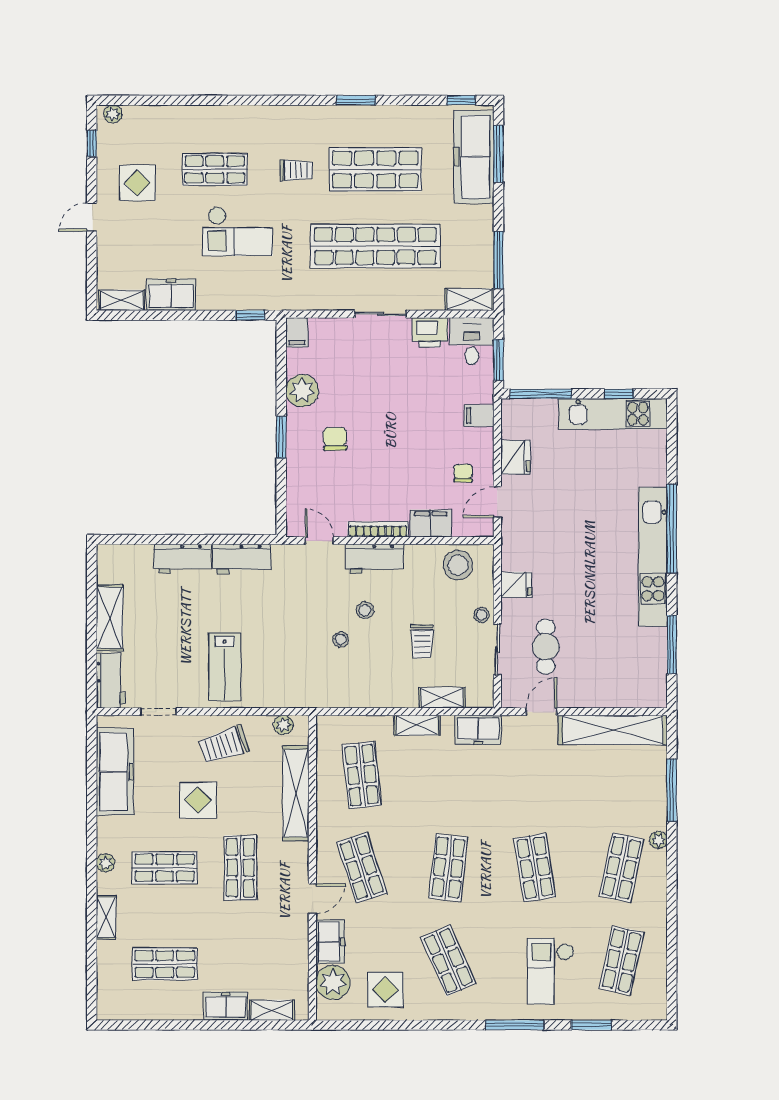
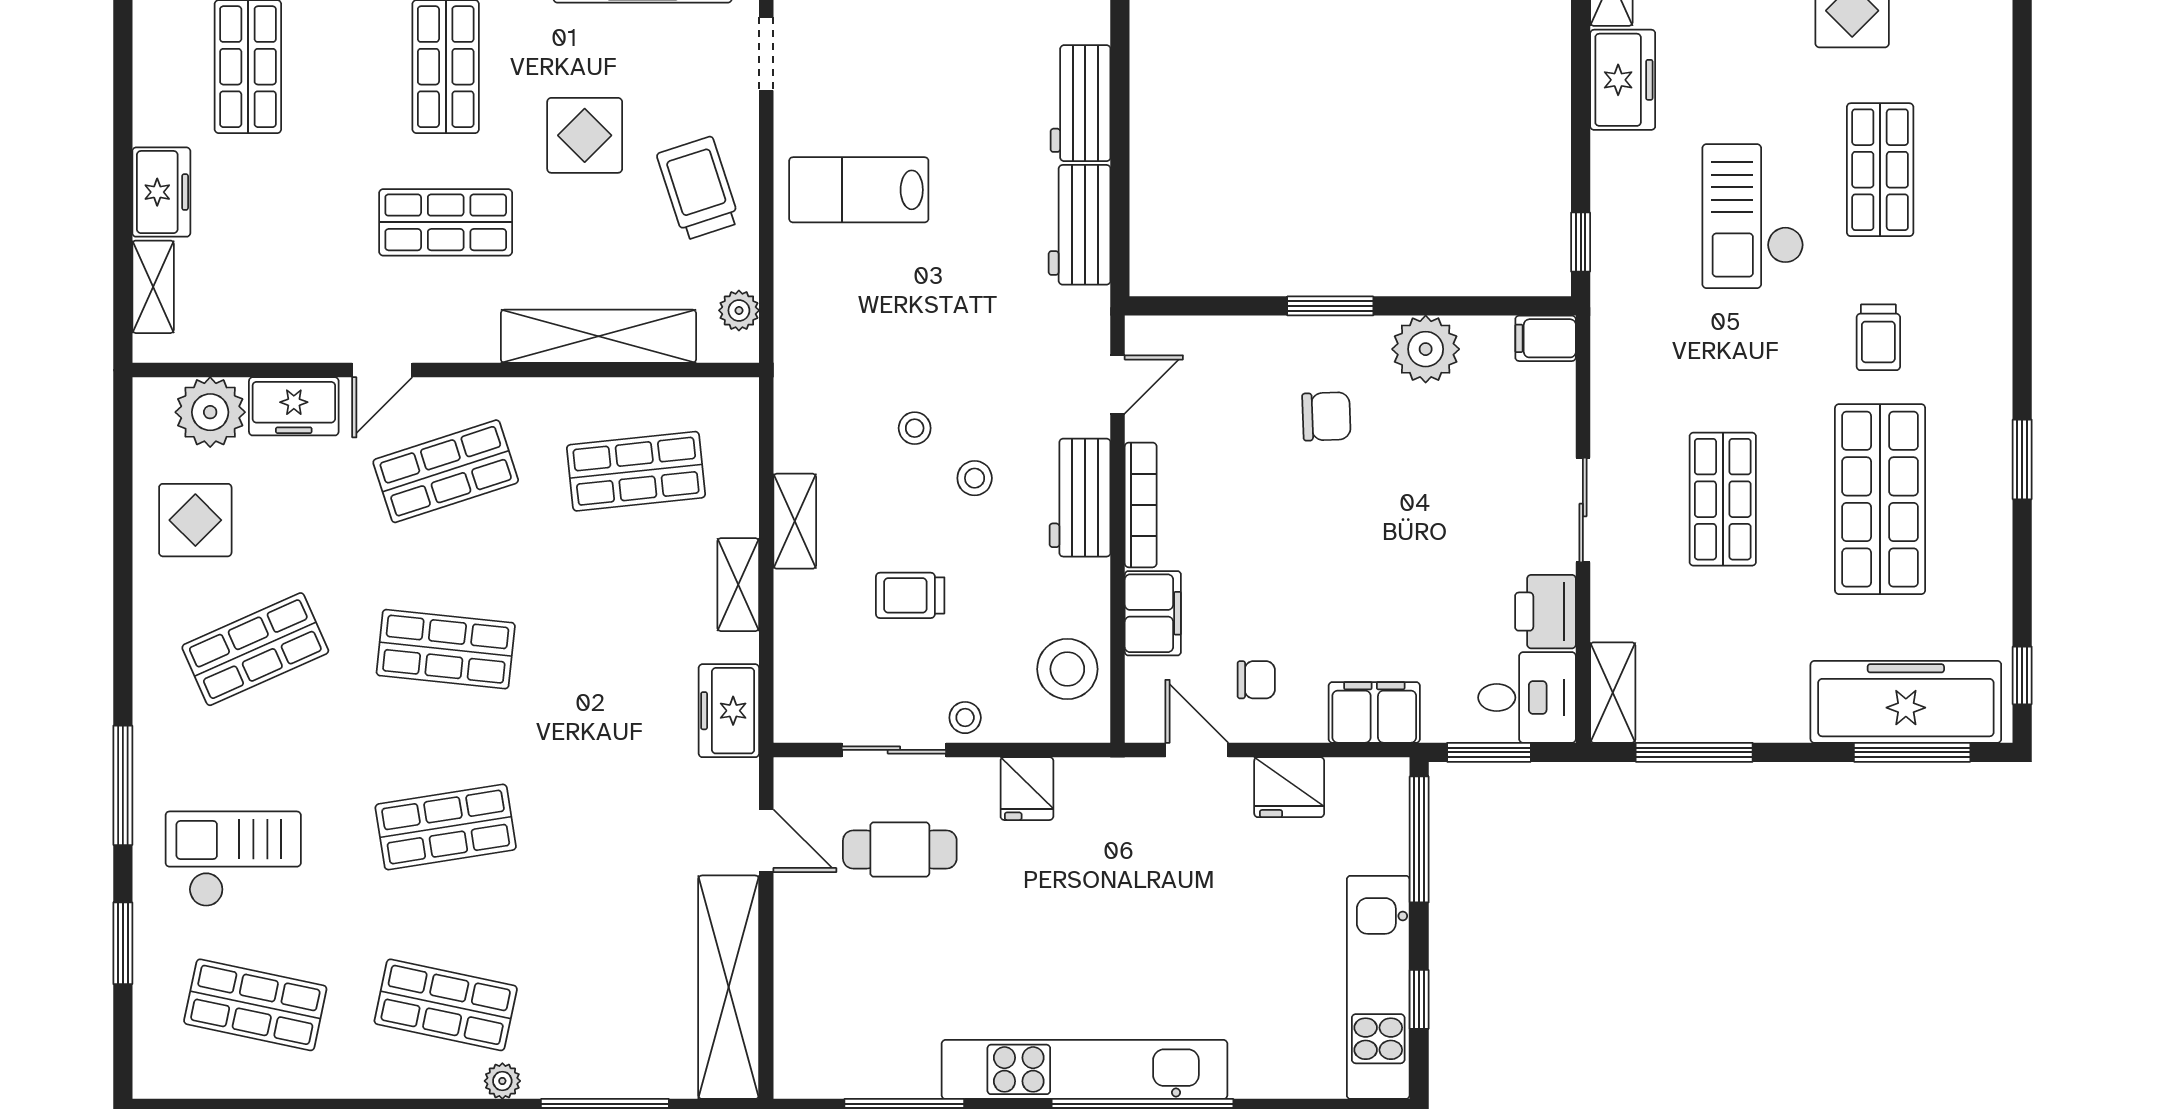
shop shelf: (375, 246) -> (1723, 499), width x0.50, depth x0.74
filing cabinet: (479, 416) -> (1374, 712), width x2.00
shelving: (442, 698) -> (795, 521), moved
door: (312, 899) -> (382, 370), hinge flipped

